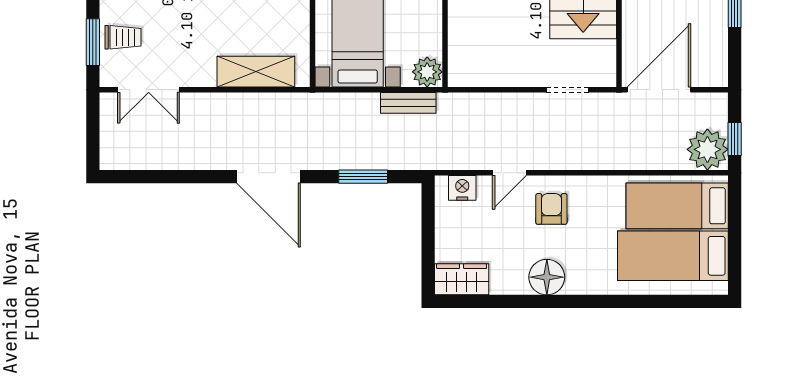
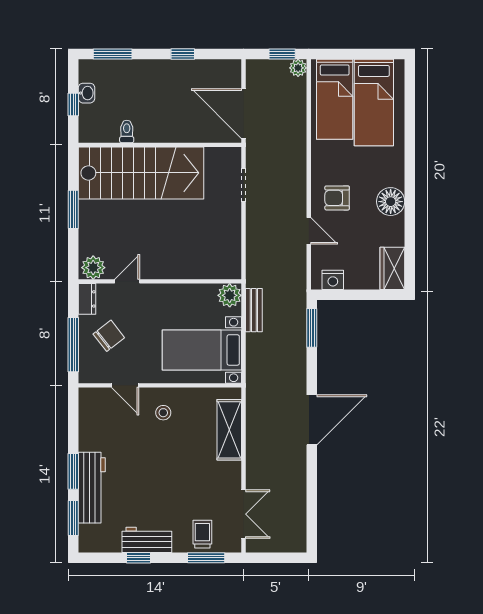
plant: (707, 149) -> (298, 68), width x0.53, depth x0.53
window: (363, 177) -> (312, 328), moved
nightstand: (462, 188) -> (333, 280), moved, turned -90

